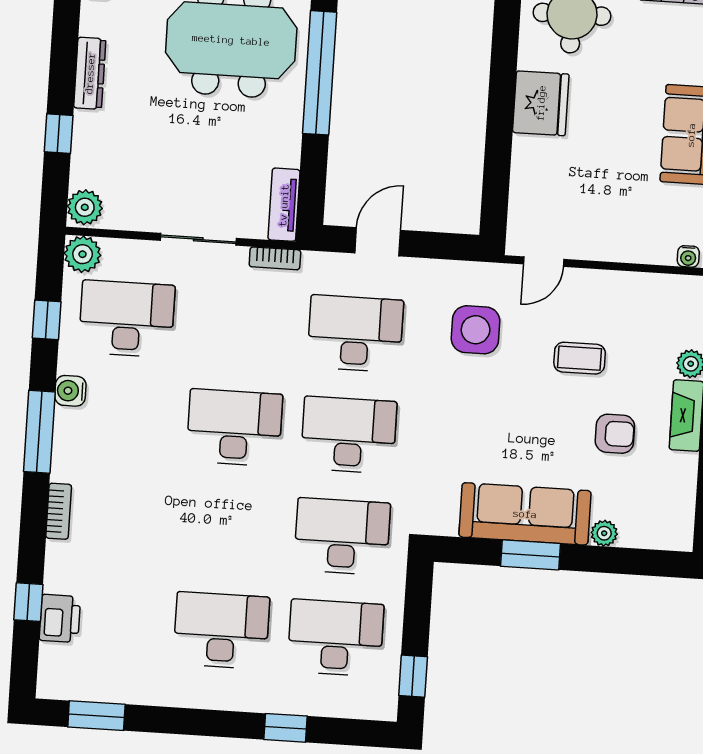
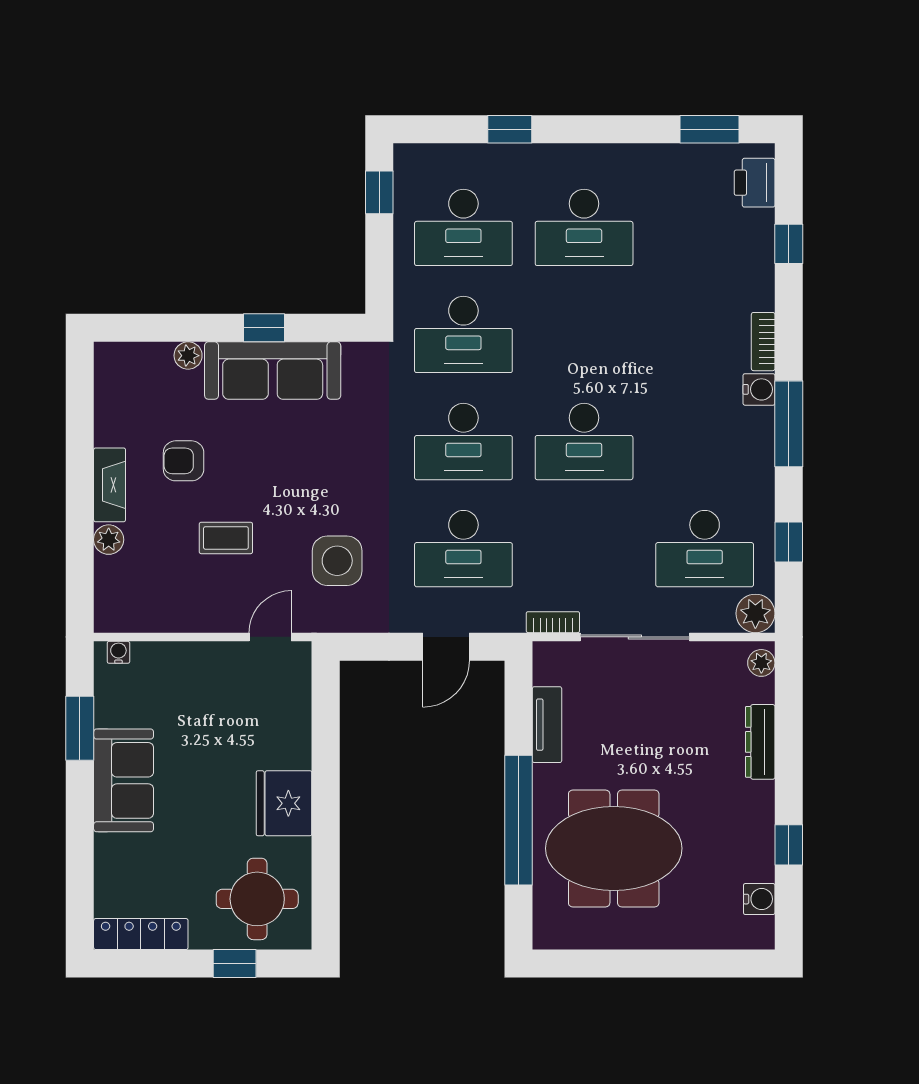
dresser: (90, 73) -> (760, 742), moved
window: (59, 134) -> (789, 845), moved
tv unit: (284, 205) -> (547, 725), moved
plant: (85, 207) -> (761, 663), width x0.73, depth x0.73
sliding door: (198, 239) -> (635, 637), width x1.37
water cooler: (70, 391) -> (759, 389), moved
window: (531, 555) -> (264, 328), width x0.67
printer: (60, 618) -> (755, 183), moved

